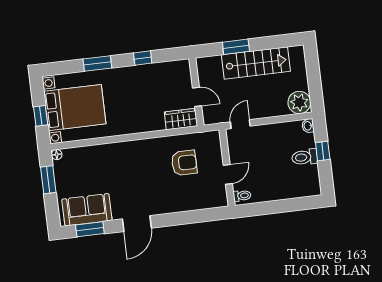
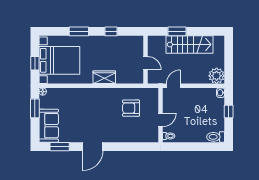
wardrobe: (181, 119) -> (104, 77), moved
toilet: (305, 157) -> (216, 137), moved
armchair: (184, 163) -> (131, 108), turned 180
sofa: (87, 210) -> (49, 126), moved, turned 90

